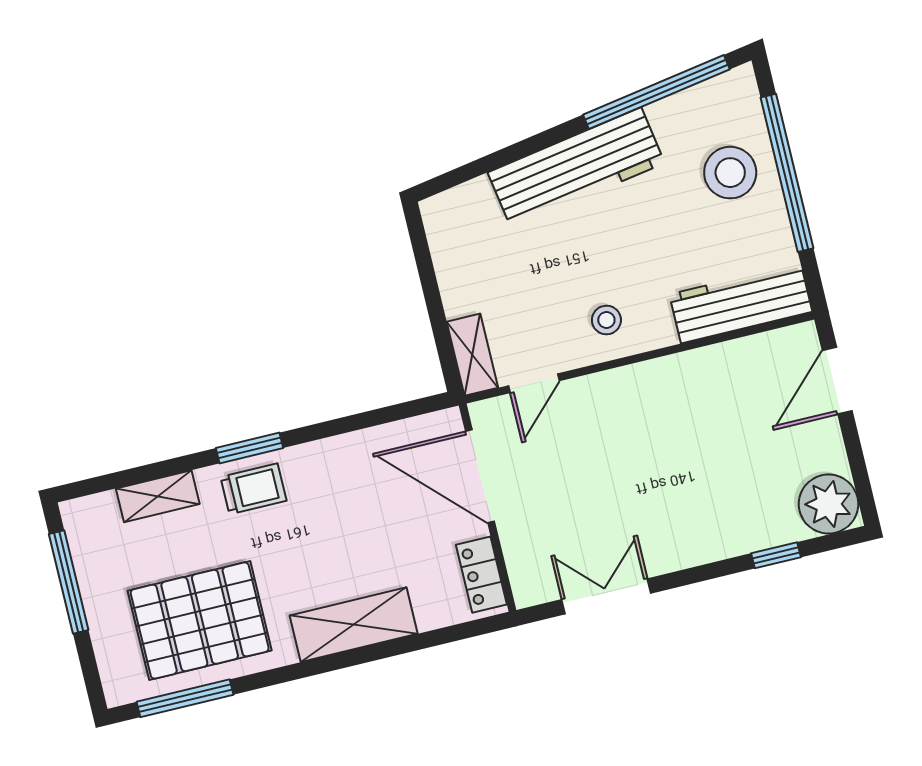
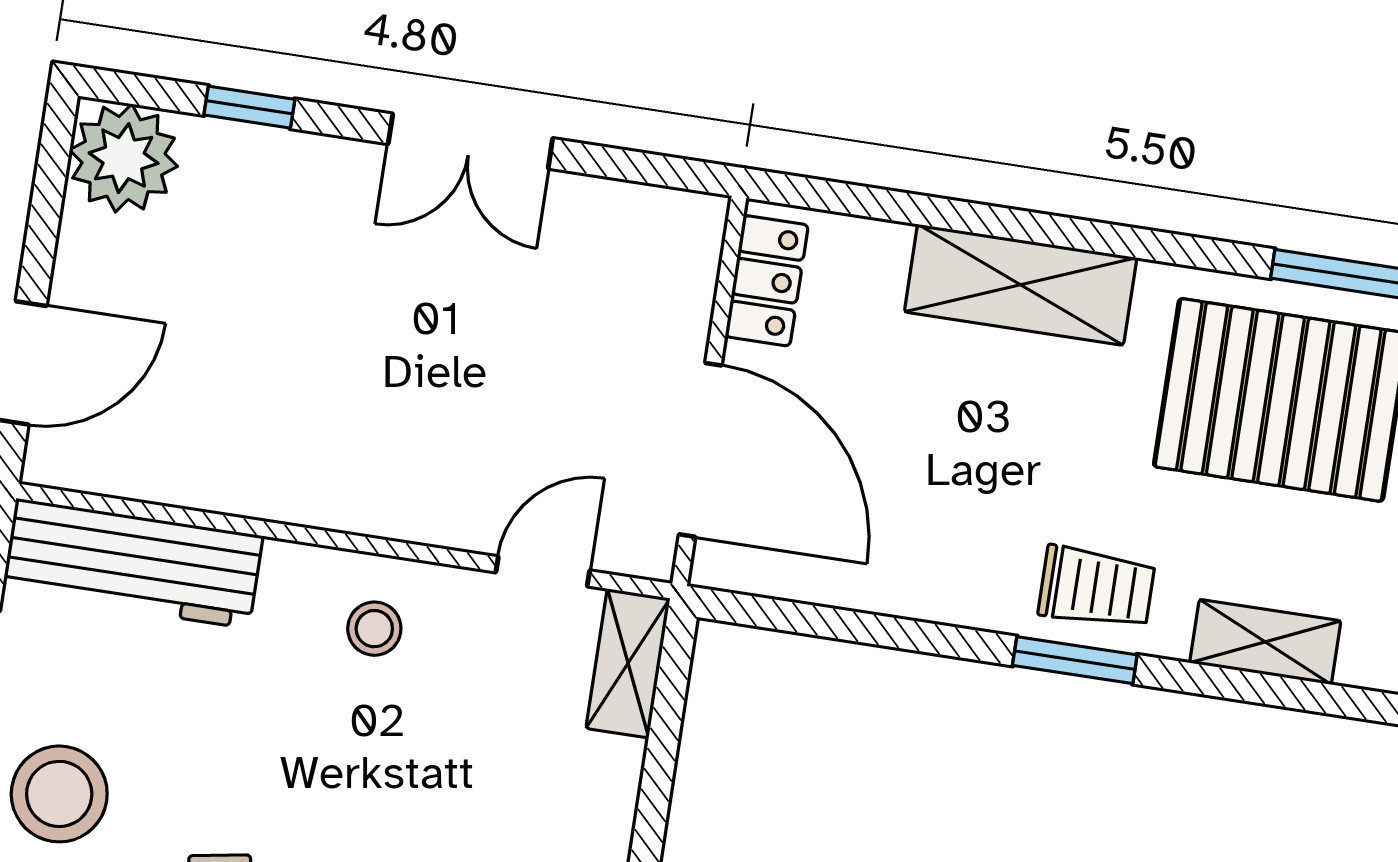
trolley: (253, 489) -> (1097, 587), turned 180
double door: (606, 596) -> (470, 141), moved

